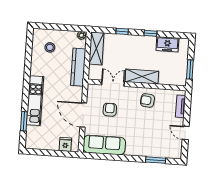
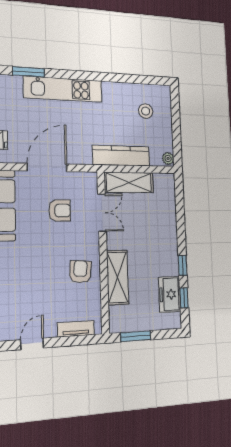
window: (122, 31) -> (184, 298), moved
shelving: (96, 48) -> (129, 182), moved
shelving: (142, 77) -> (118, 277), moved

